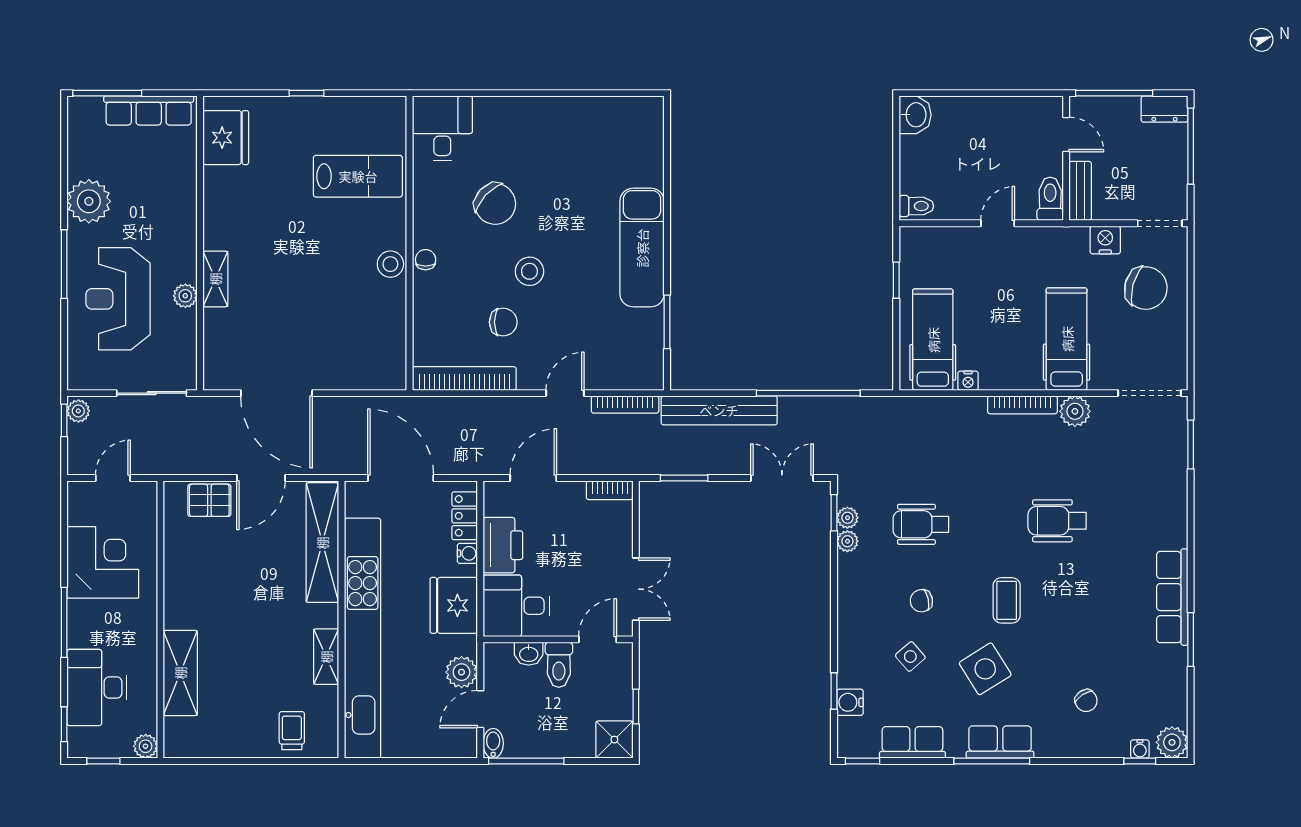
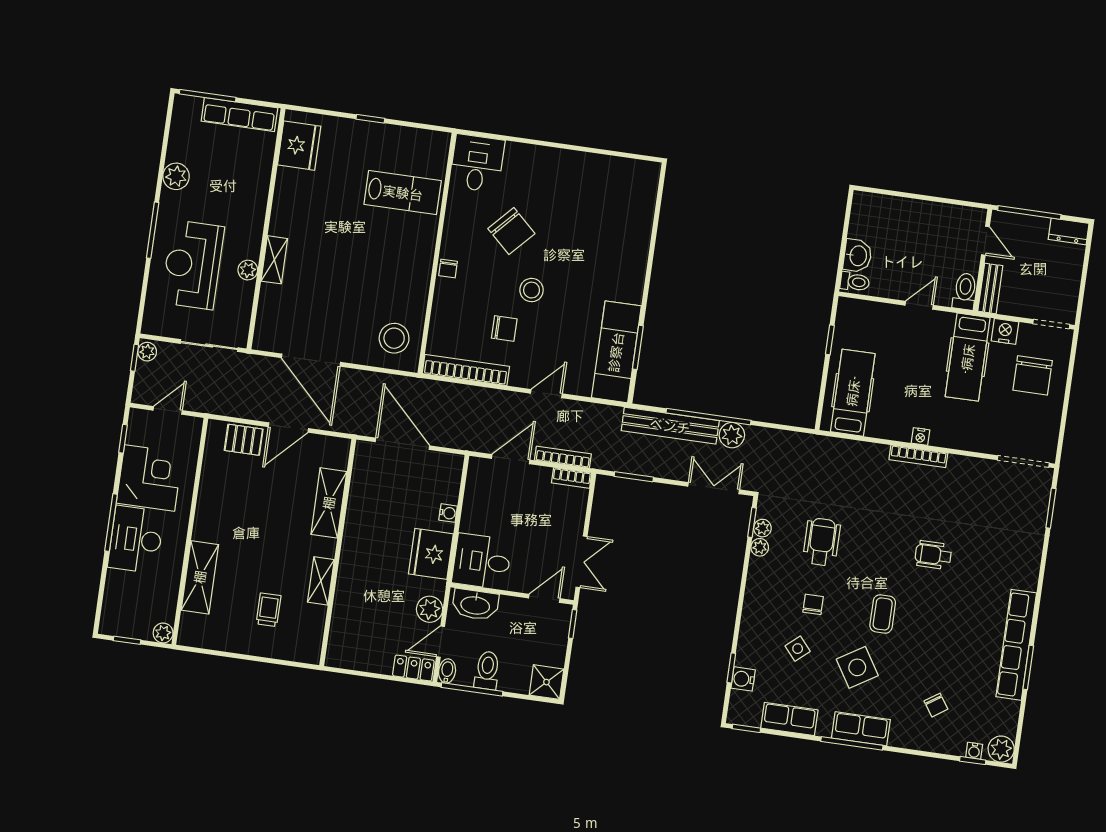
washbasin: (915, 115) -> (857, 256), moved
window: (1191, 146) -> (1086, 265), removed
plant: (89, 201) -> (176, 176), width x0.73, depth x0.73
exam couch: (642, 248) -> (616, 352), moved
chair: (426, 260) -> (448, 268), turned 180
stool: (390, 264) -> (394, 338), moved, width x1.38, depth x1.38
chair: (1146, 288) -> (1033, 375), turned 75
hospital bed: (1067, 339) -> (968, 357), moved, turned 180
nightstand: (968, 381) -> (920, 436), moved
window: (808, 393) -> (709, 417), moved
bookcase: (625, 405) -> (563, 457), moved, turned 180
plant: (1075, 411) -> (732, 435), moved
locker: (465, 516) -> (413, 668), moved, turned 90
wheelchair: (1057, 521) -> (933, 555), width x0.73, depth x0.73
wheelchair: (921, 524) -> (822, 542), turned 90
shelving: (322, 543) -> (329, 503), width x0.68
printer: (503, 545) -> (478, 510), removed
row of seats: (1172, 597) -> (1016, 645), width x1.36
chair: (921, 601) -> (813, 604), turned 101
kitchen unit: (363, 638) -> (353, 570), removed
washbasin: (529, 654) -> (475, 605), width x1.91, depth x1.45
toilet: (559, 665) -> (487, 670), moved, turned 180
desk: (97, 688) -> (136, 539), moved
window: (636, 706) -> (573, 624), moved
window: (64, 724) -> (123, 439), moved
trolley: (292, 731) -> (269, 610), moved

